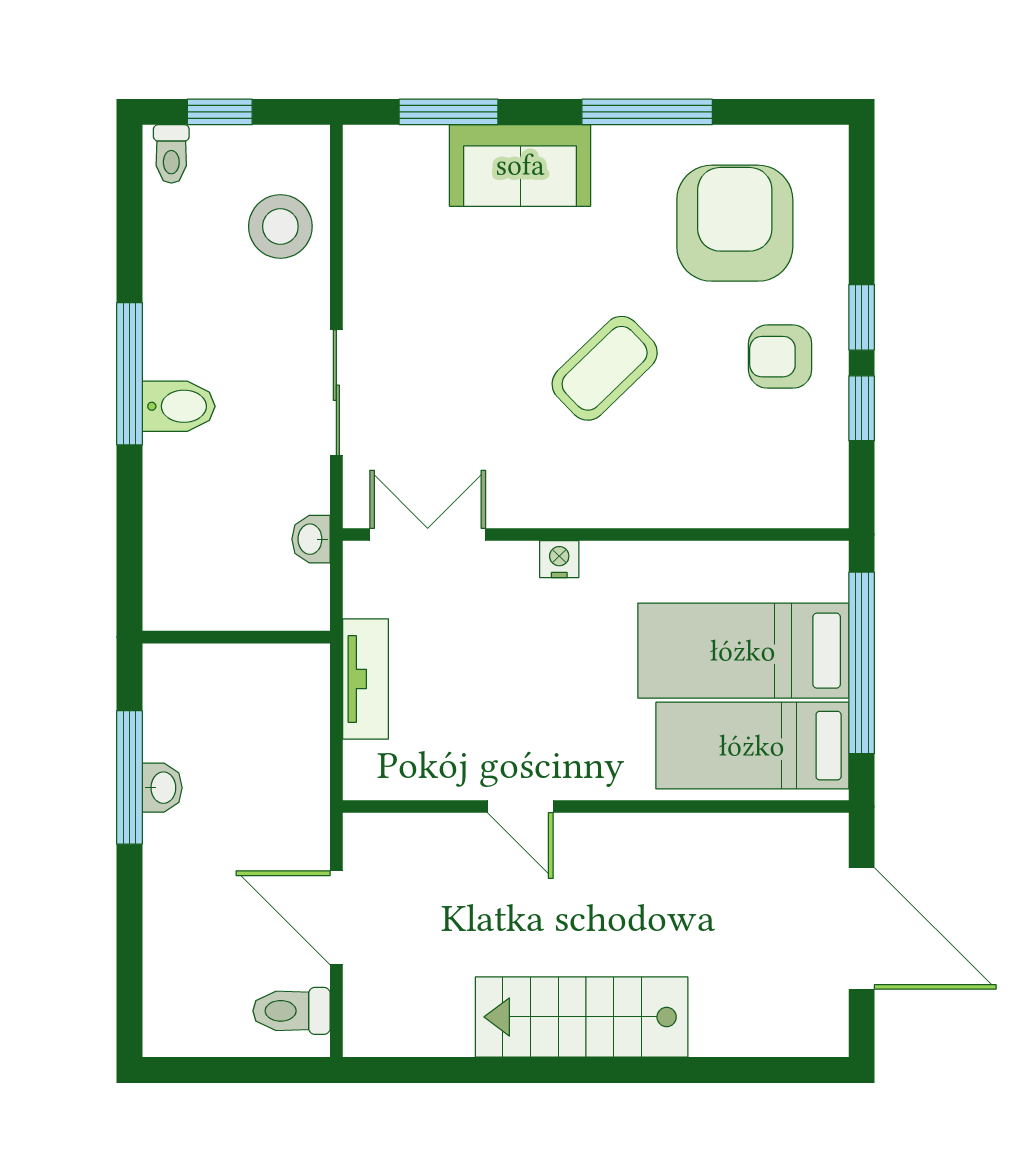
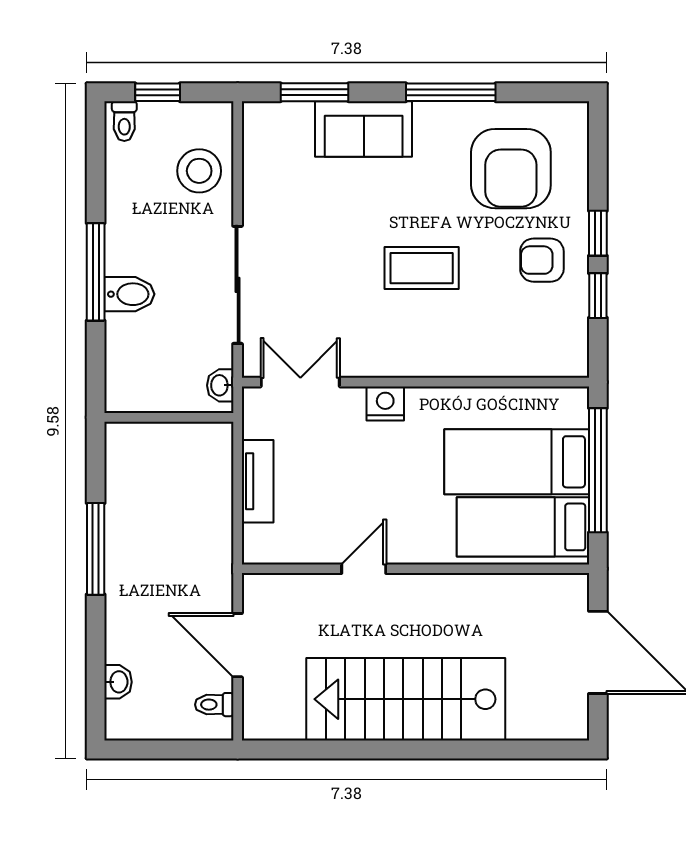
armchair: (735, 223) -> (511, 169), turned 180
coffee table: (605, 368) -> (422, 268), turned 44
sliding door: (336, 393) -> (238, 285), width x1.37
nightstand: (559, 559) -> (385, 404), width x1.39, depth x1.35
wall: (236, 637) -> (169, 417), moved
washbasin: (162, 788) -> (118, 682), moved
door: (520, 807) -> (364, 569), swing flipped
toilet: (292, 1011) -> (214, 705), width x0.73, depth x0.72
stairs: (582, 1017) -> (406, 699), width x1.36, depth x1.51

